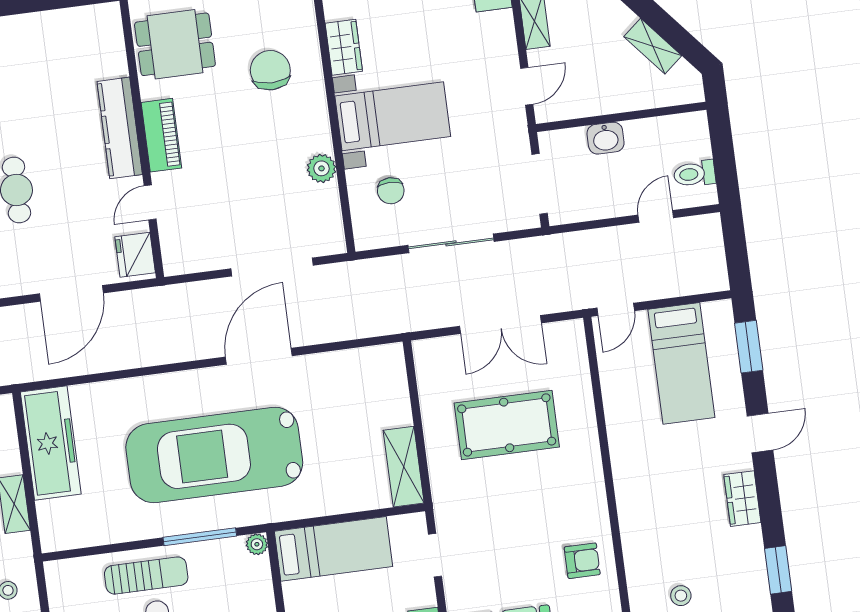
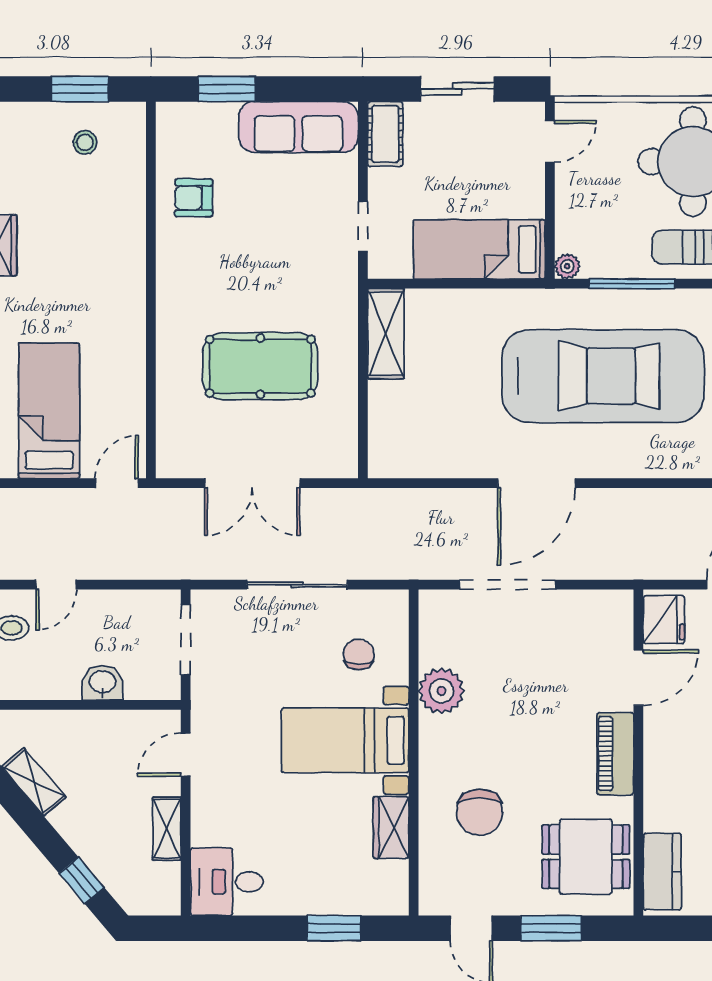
kitchen counter: (120, 128) -> (662, 872), moved, width x0.67
plant: (321, 168) -> (441, 691), width x1.36, depth x1.36
door: (150, 202) -> (638, 678), width x1.38
double door: (500, 325) -> (252, 483), swing flipped

